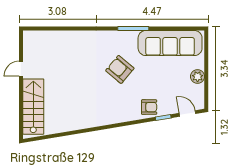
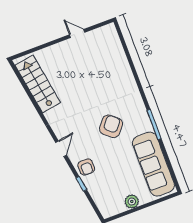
stairs: (33, 107) -> (38, 84), moved, turned -99
door: (187, 113) -> (61, 149), moved

